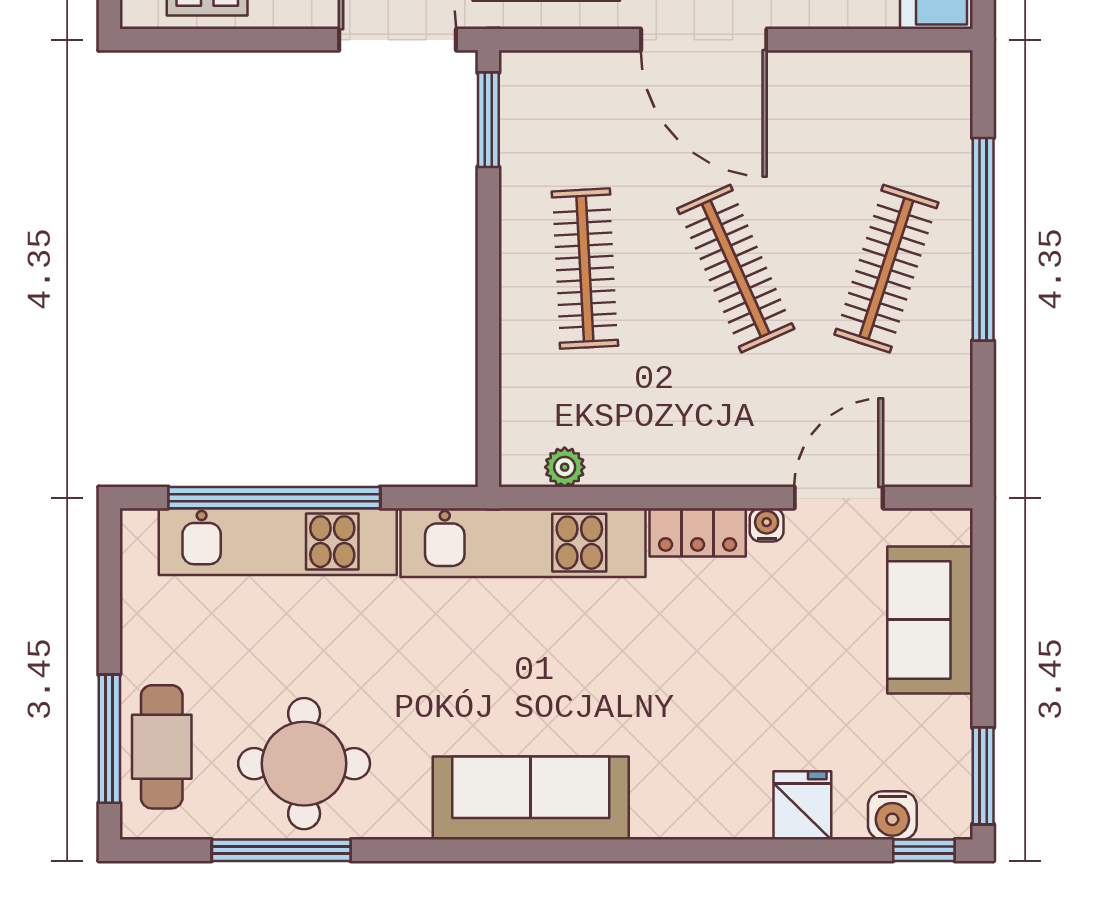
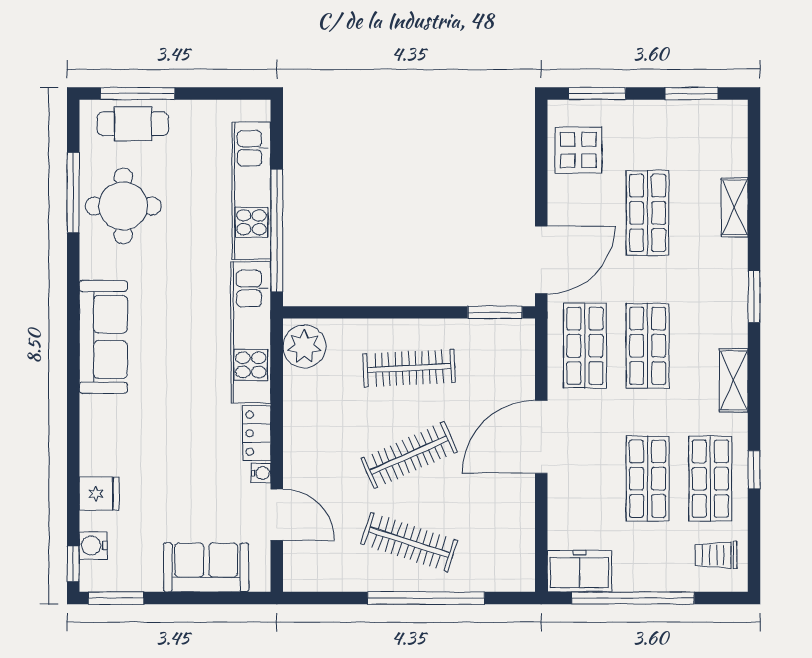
plant: (565, 467) -> (304, 346), width x1.88, depth x1.88
window: (274, 498) -> (277, 230), moved

